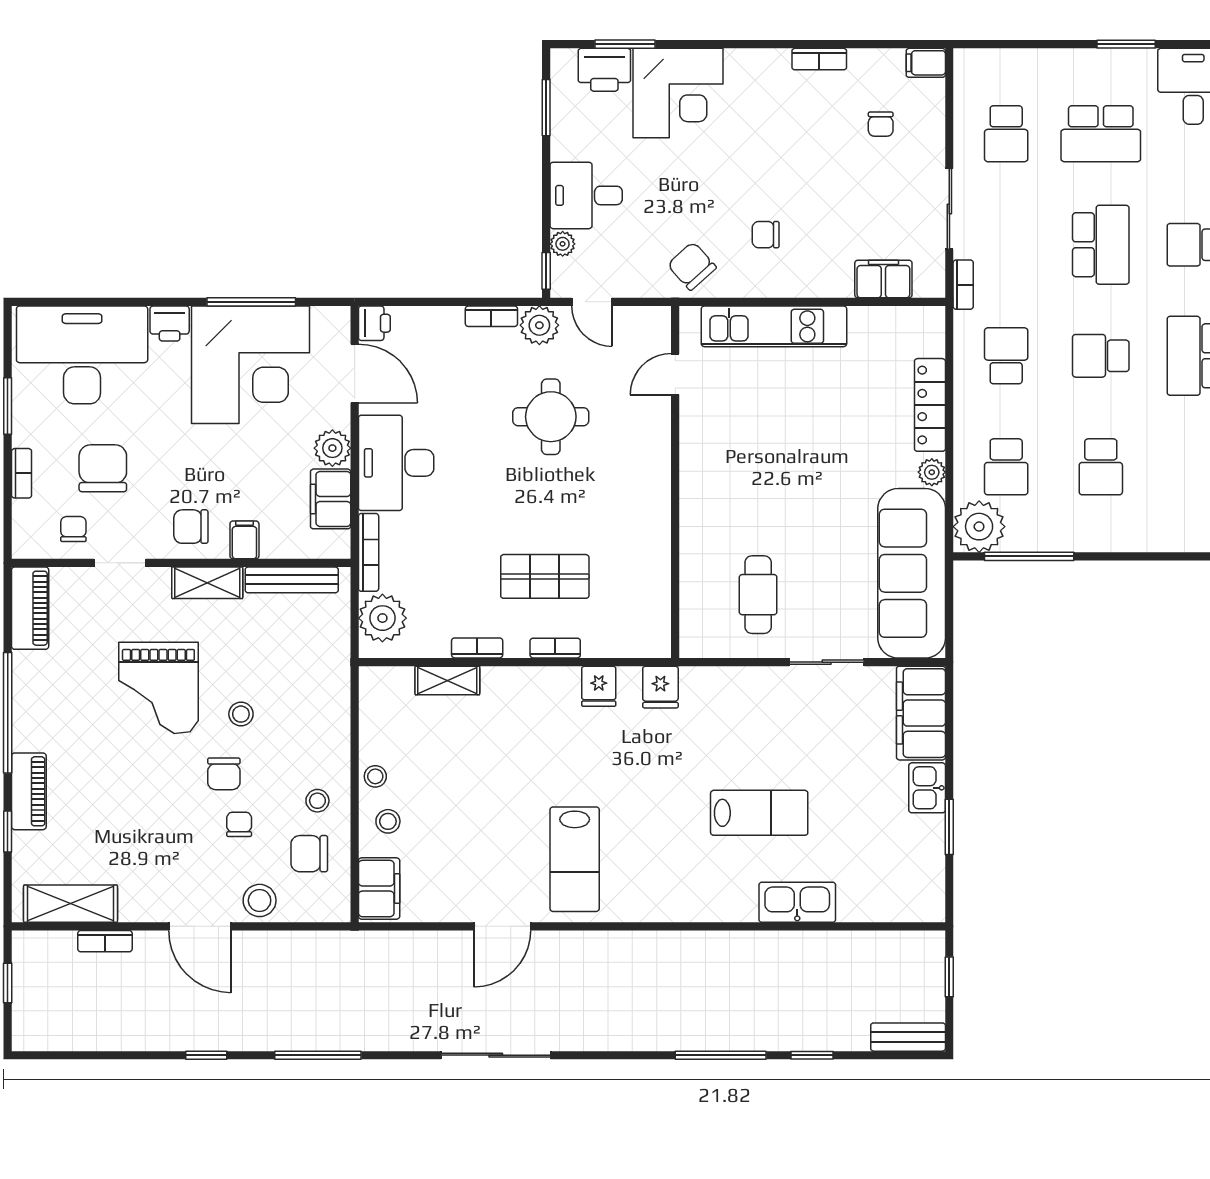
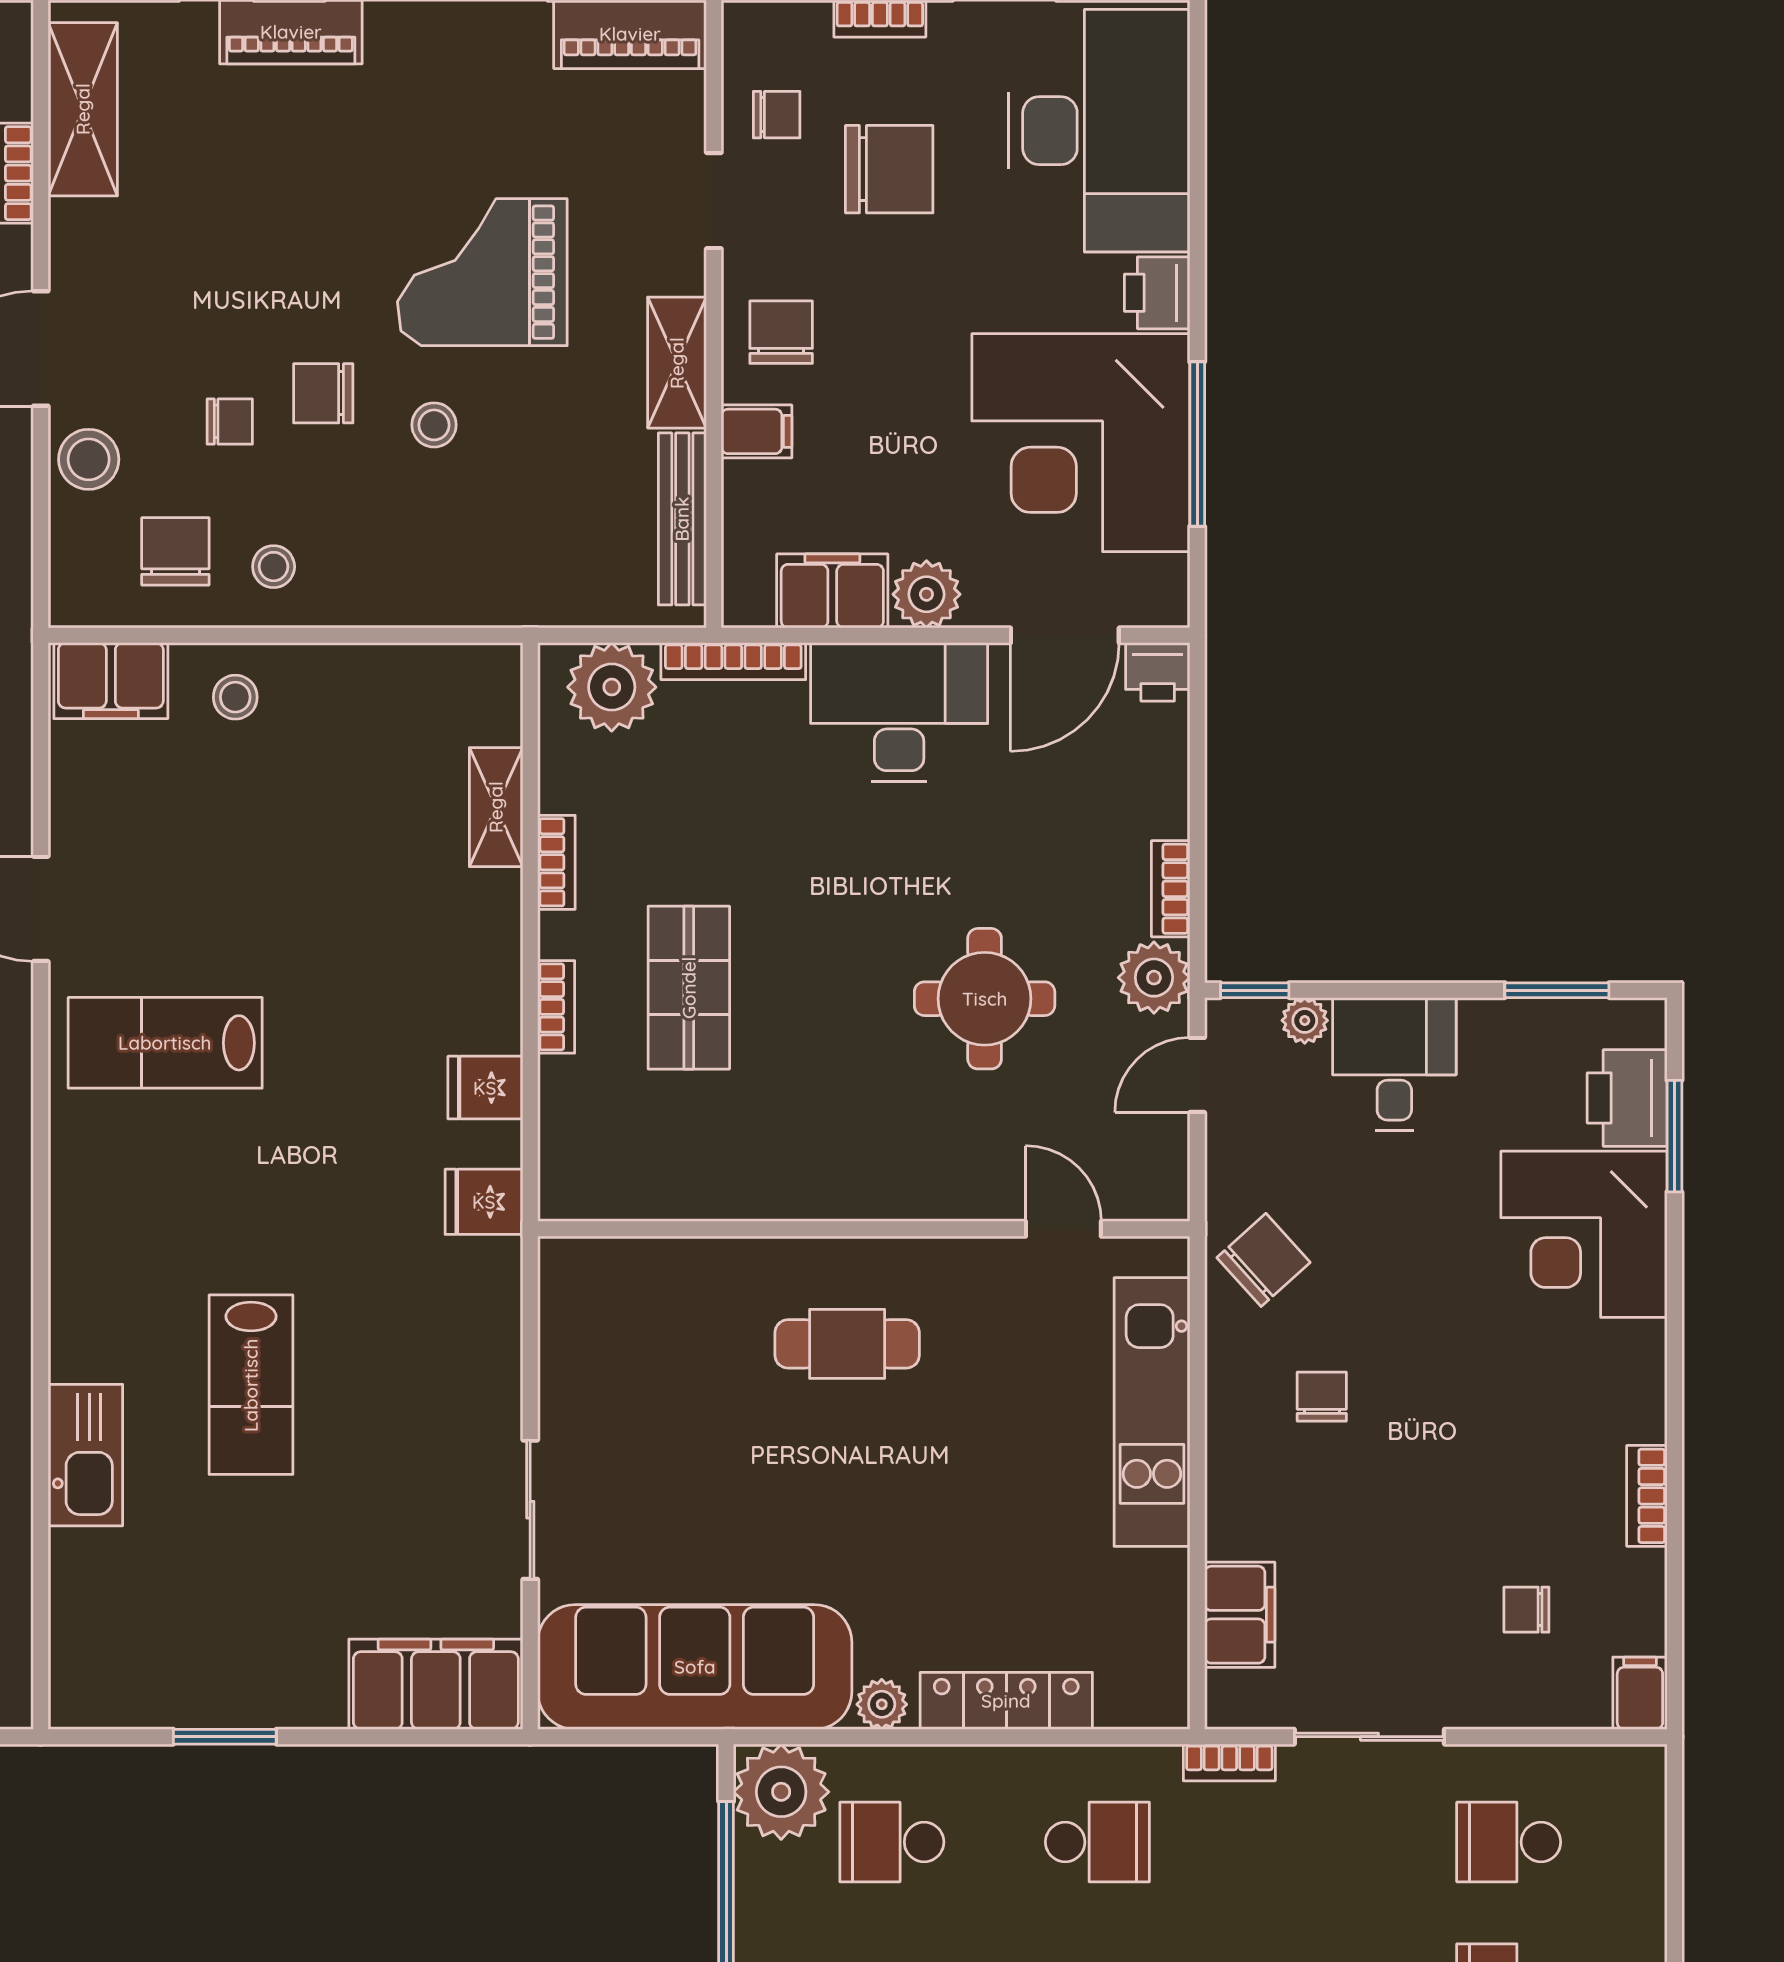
cafe table: (758, 595) -> (847, 1344), moved
stool: (375, 776) -> (319, 674), removed
kitchen sink: (927, 788) -> (297, 1696), removed

